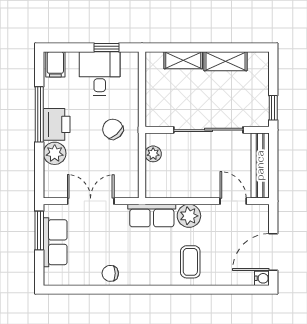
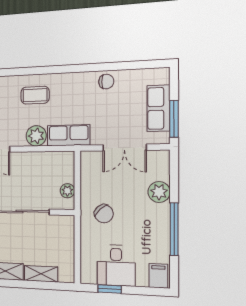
printer: (57, 124) -> (157, 219), removed
coffee table: (190, 262) -> (35, 95), turned 90

